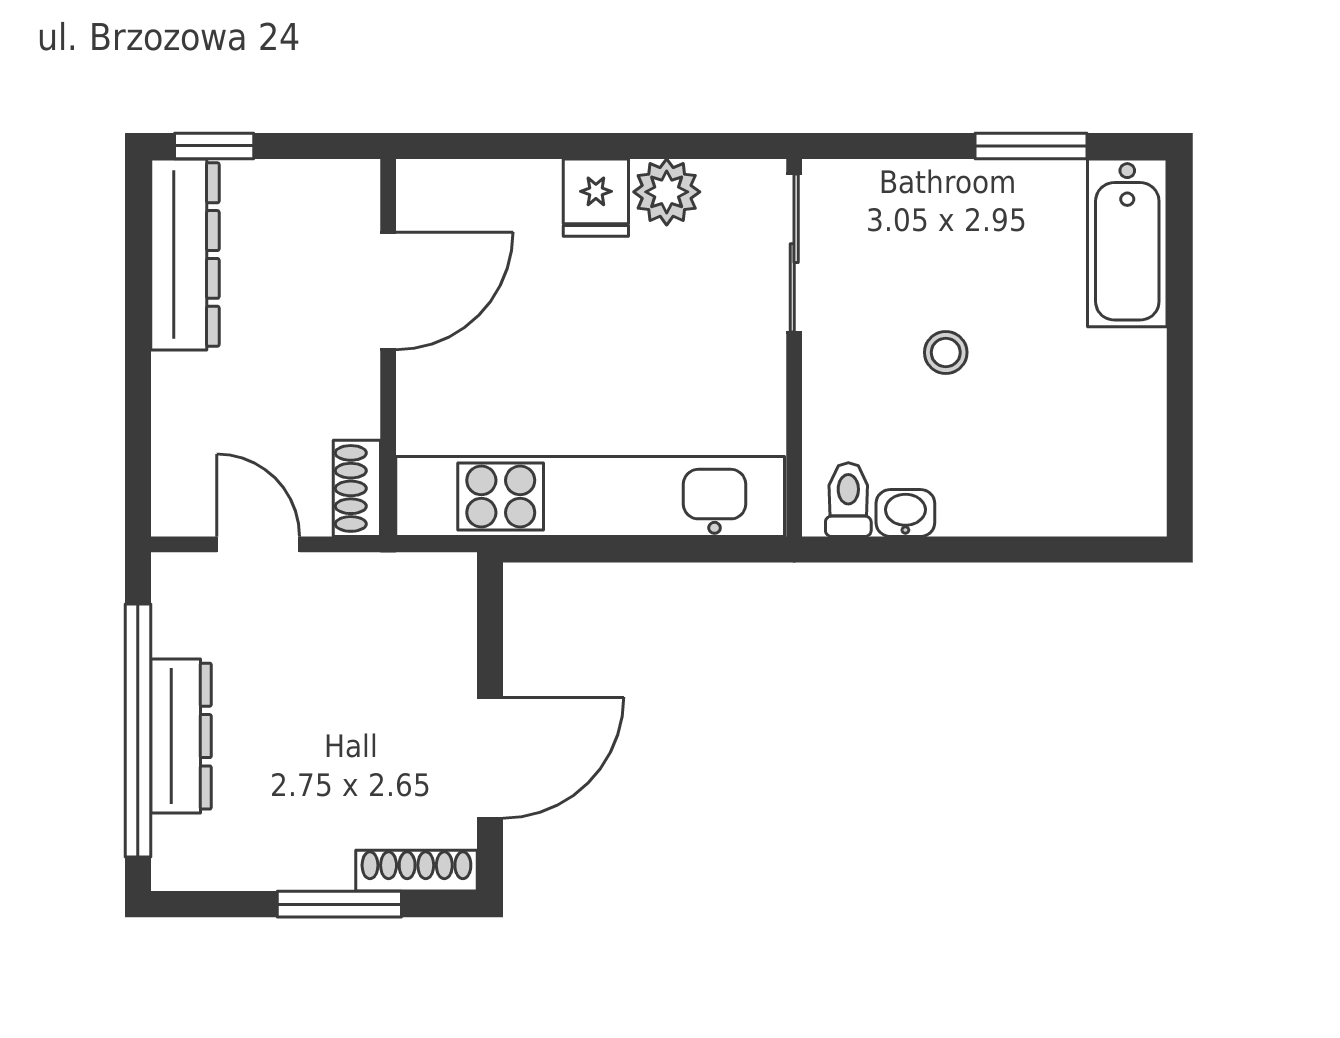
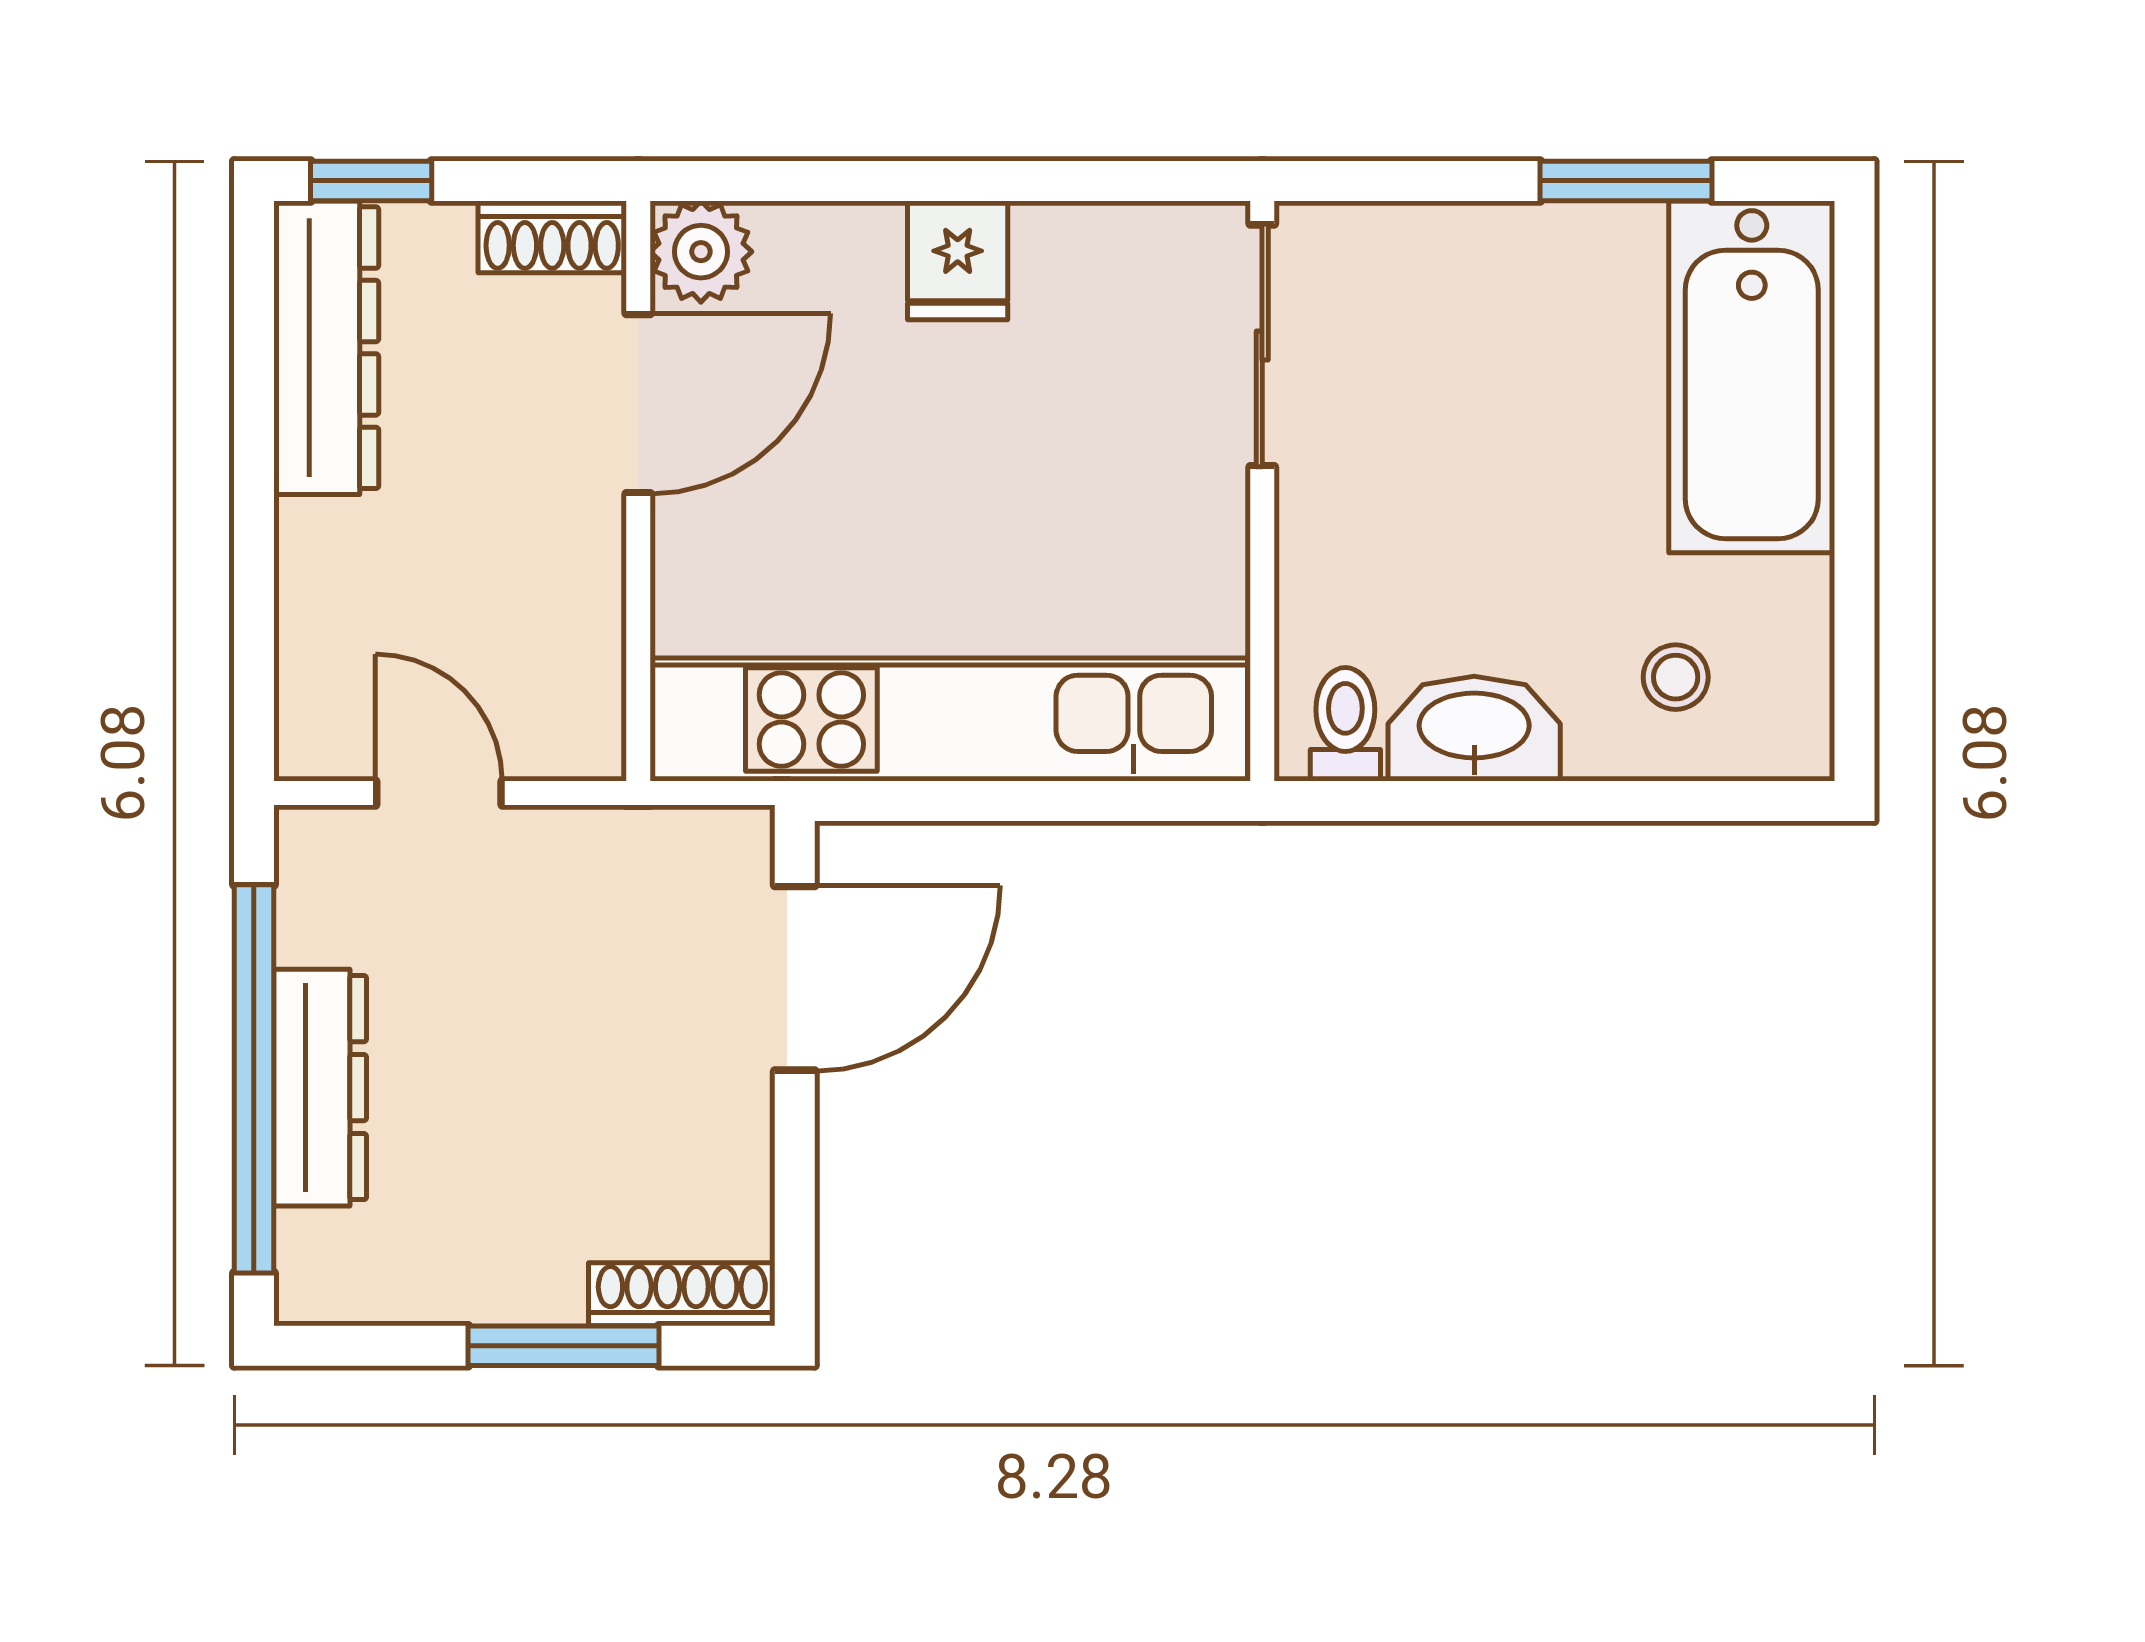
plant: (667, 192) -> (701, 252), moved
bathtub: (1127, 243) -> (1752, 377), width x1.36, depth x1.36
stool: (946, 352) -> (1676, 677), moved
shoe rack: (357, 488) -> (552, 237), moved, turned -90
washbasin: (905, 513) -> (1474, 729), width x1.91, depth x1.45
door: (490, 758) -> (795, 978), moved

